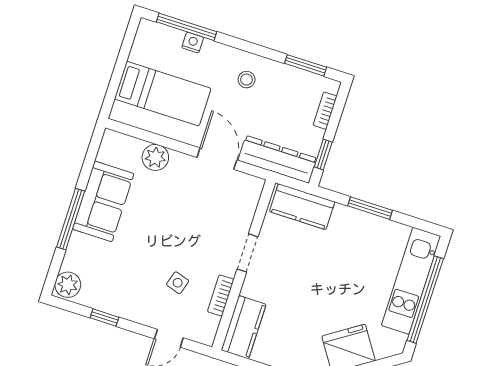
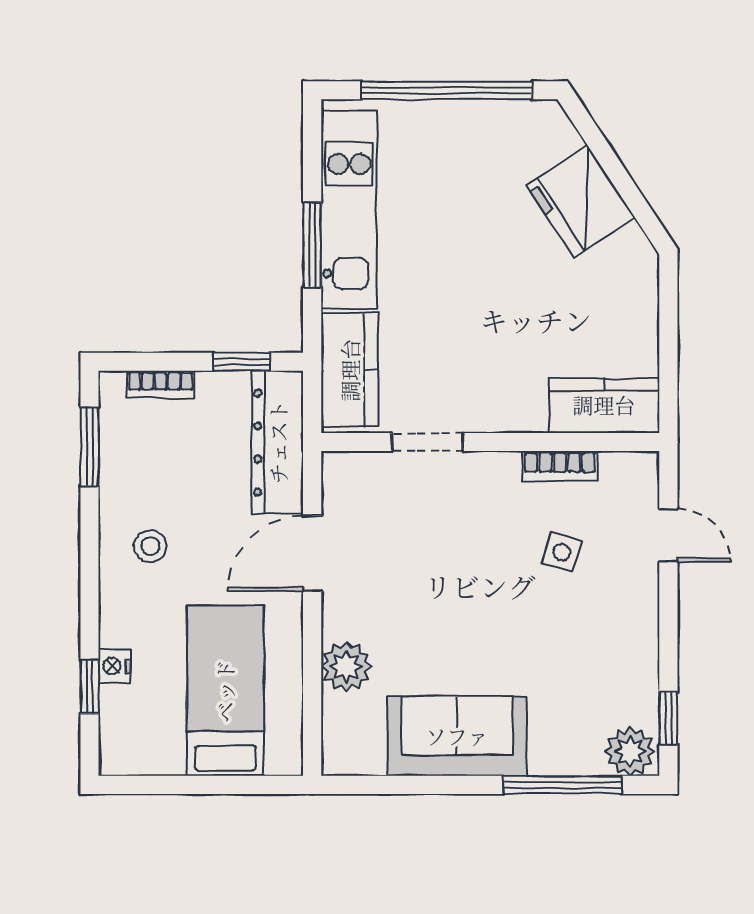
window: (187, 27) -> (90, 687), width x0.46
window: (71, 219) -> (562, 785), moved
doorway: (248, 253) -> (427, 442), moved
kitchen unit: (411, 281) -> (349, 210), moved, turned -90
window: (104, 317) -> (668, 718), moved

